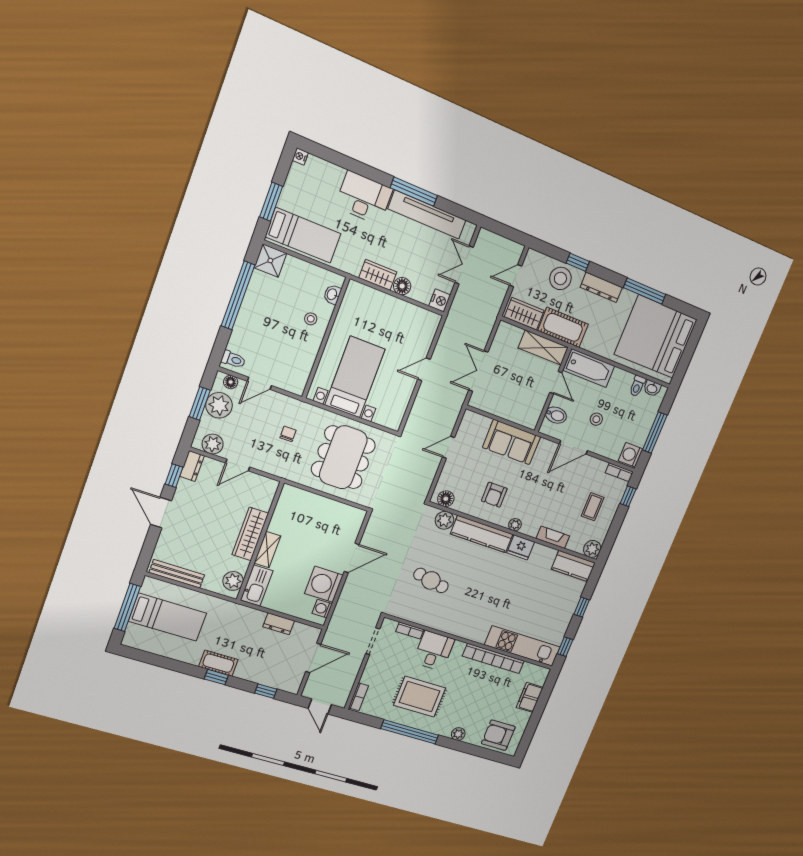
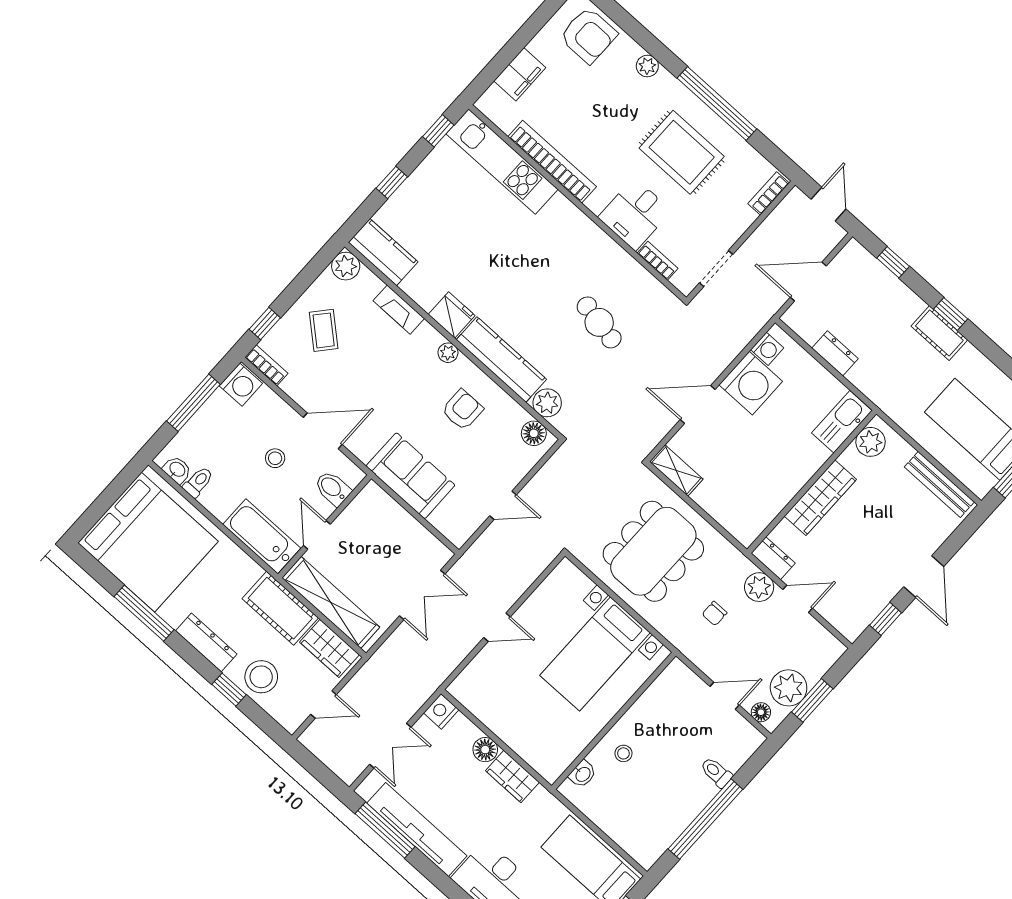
window: (414, 192) -> (385, 830), moved
shower: (270, 261) -> (646, 847), removed
shelving: (543, 348) -> (331, 602), width x1.47
toilet: (233, 359) -> (716, 772), moved
plant: (213, 444) -> (759, 587), moved
dresser: (192, 466) -> (773, 558), moved, turned 90
coffee table: (593, 507) -> (324, 330), turned -49
shelving: (267, 550) -> (676, 470), moved, turned 90

